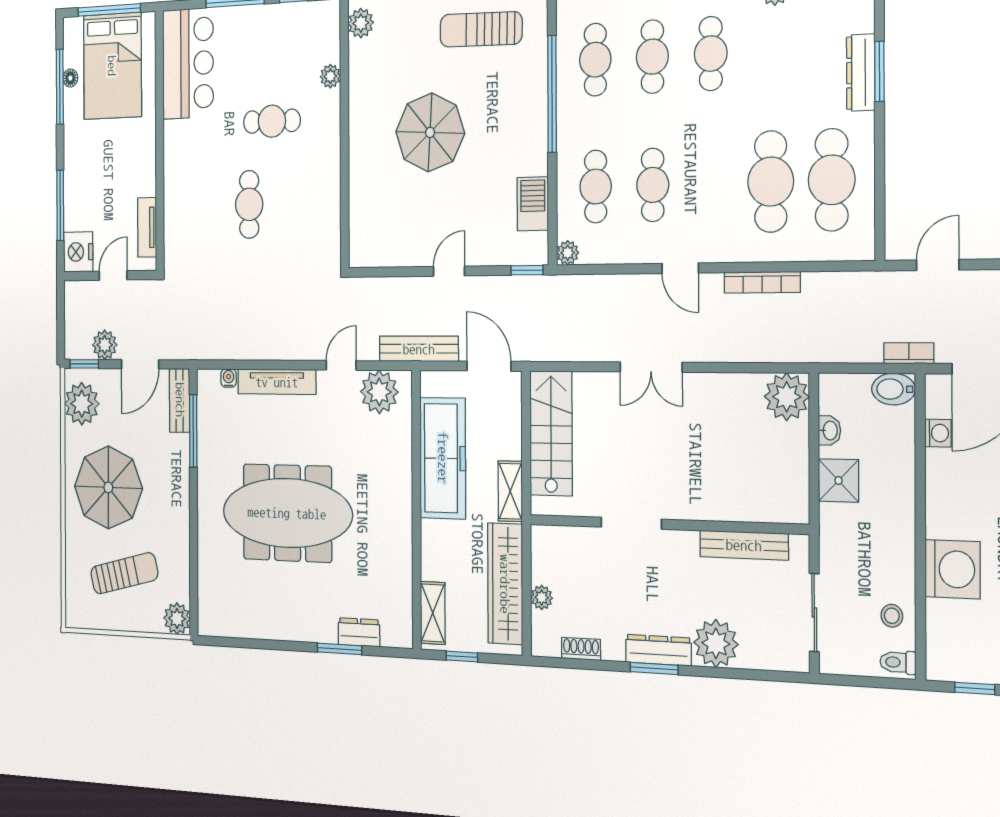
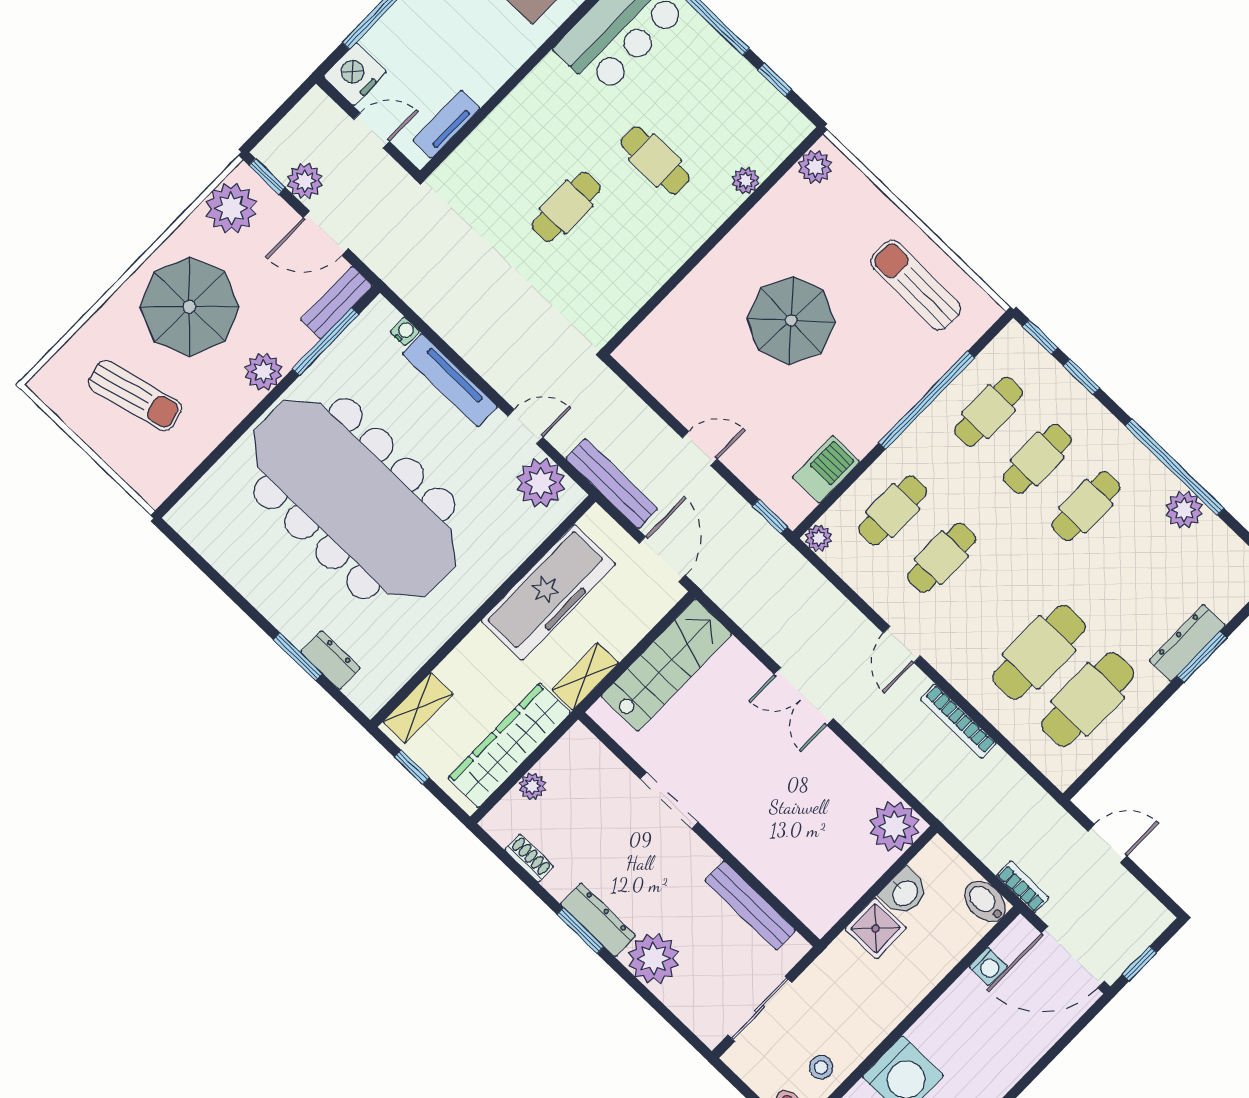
washbasin: (830, 431) -> (904, 892), width x1.38, depth x1.45
meeting table: (287, 513) -> (354, 498), width x1.36, depth x1.27
plant: (177, 619) -> (263, 372), moved

